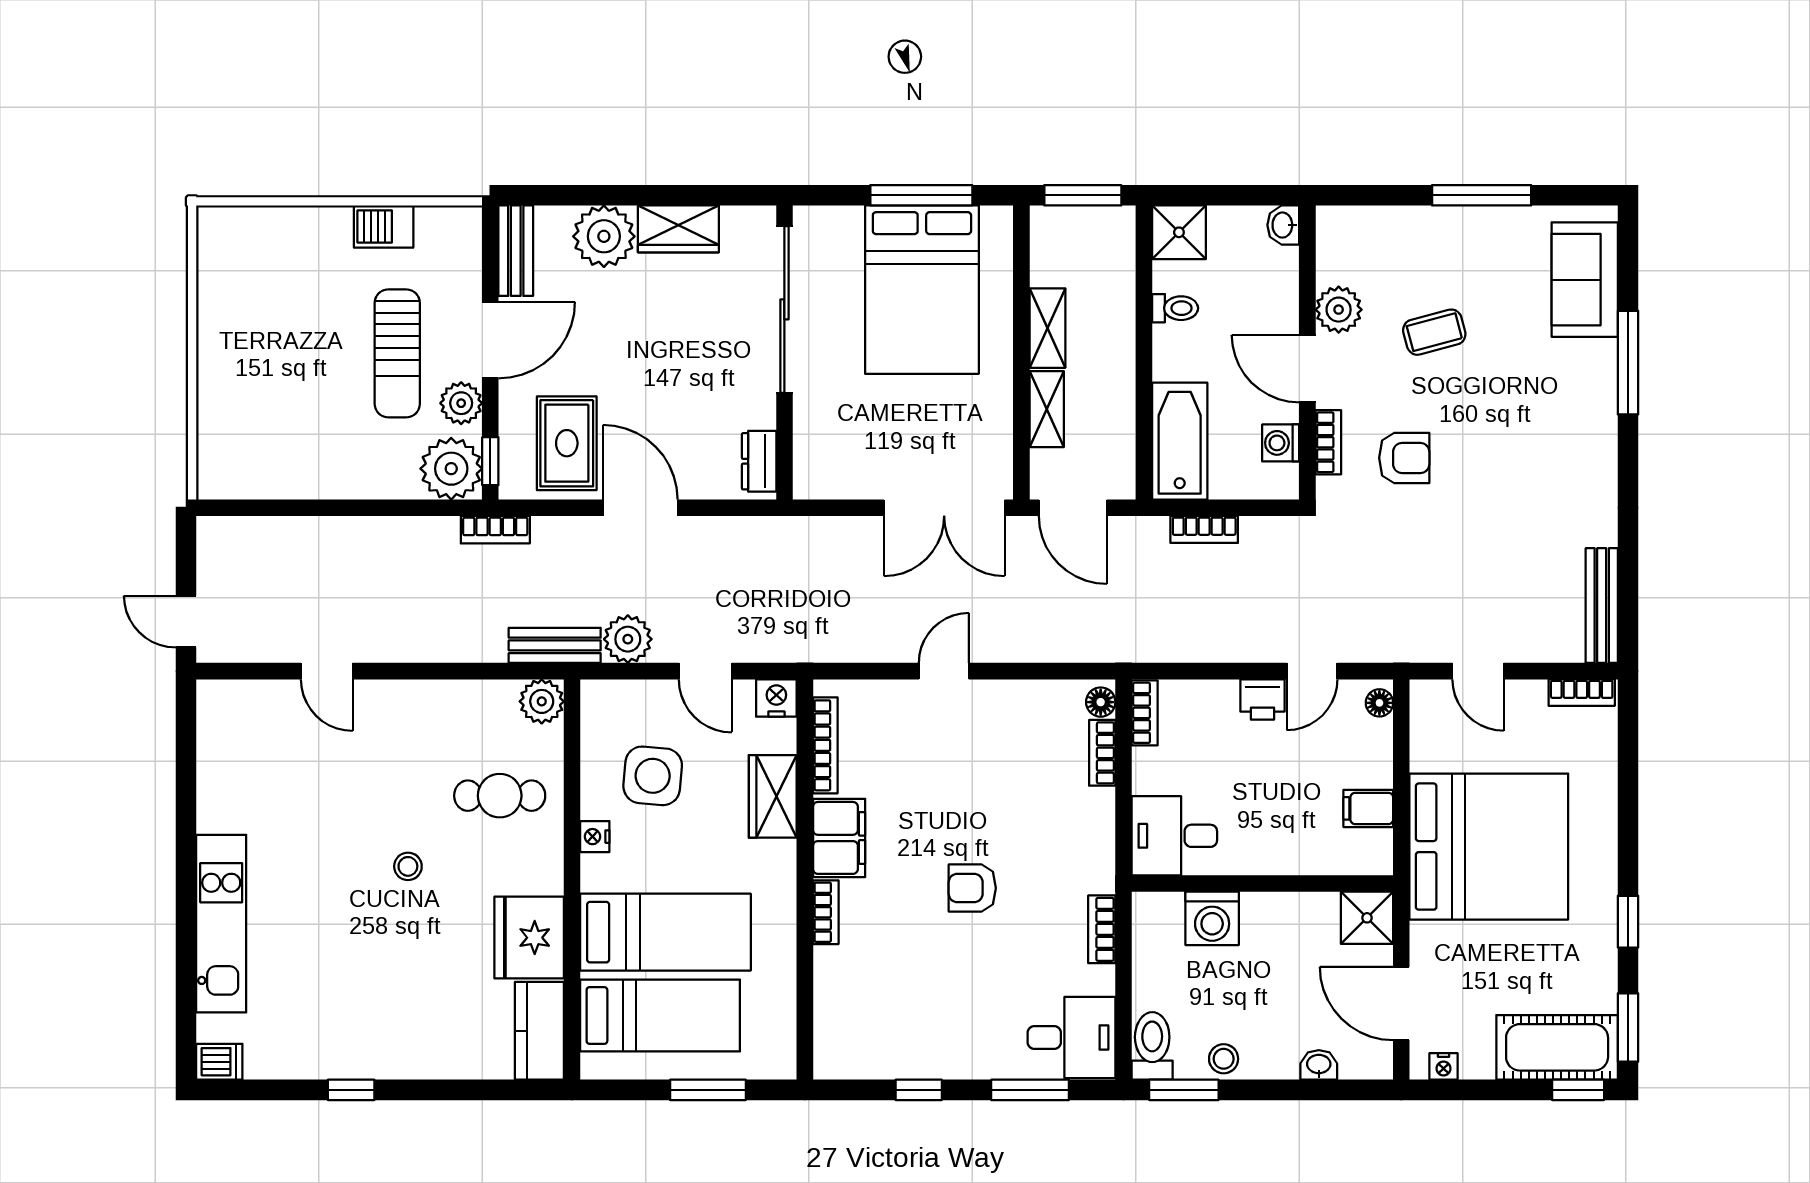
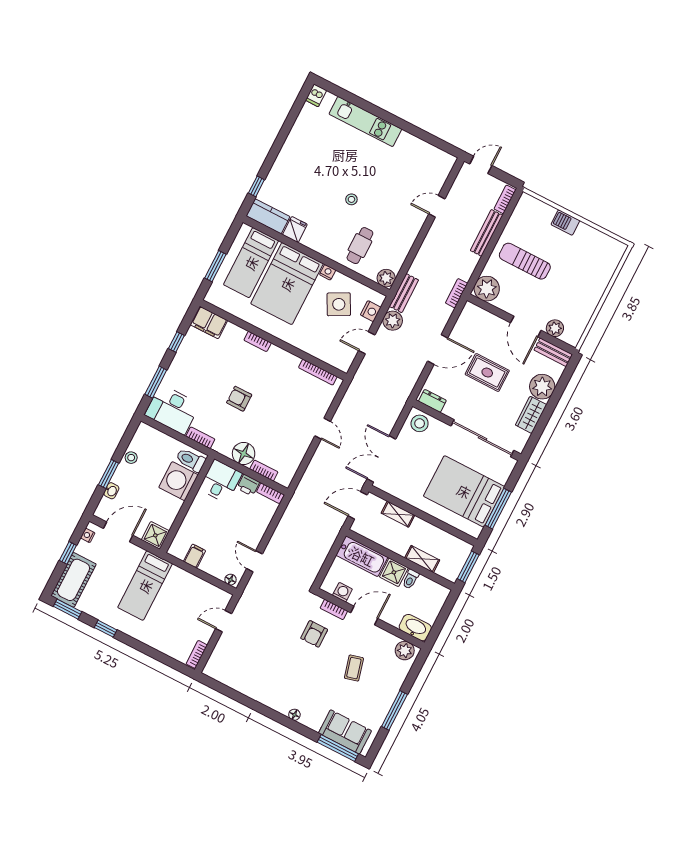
washbasin: (1283, 225) -> (415, 628), width x1.91, depth x1.45
barbecue: (384, 227) -> (565, 223), moved, turned -90
shower: (1179, 232) -> (394, 572), moved
plant: (1339, 310) -> (405, 651), moved
shelving: (1047, 328) -> (422, 559), moved
sun lounger: (397, 353) -> (525, 261), moved
window: (1628, 363) -> (338, 748), moved
plant: (461, 403) -> (555, 328), moved
floor lamp: (1604, 410) -> (294, 715), added
rug: (567, 443) -> (487, 373), moved
window: (490, 461) -> (482, 304), removed
stool: (823, 464) -> (420, 423), added
bookcase: (1204, 529) -> (505, 199), moved
bench: (1602, 606) -> (487, 233), moved, turned 90
nightstand: (776, 698) -> (371, 311), moved
printer: (1262, 699) -> (248, 485), moved, turned -90
floor lamp: (1101, 702) -> (244, 454), moved, width x1.89, depth x1.89
side table: (653, 776) -> (339, 304), turned -33
wardrobe: (773, 796) -> (309, 344), removed
filing cabinet: (839, 838) -> (209, 322), moved
bed: (1489, 847) -> (145, 586), width x0.49
armchair: (972, 888) -> (239, 399), turned -90
washing machine: (1212, 918) -> (178, 481), width x1.37, depth x1.37
bed: (665, 932) -> (287, 284), width x1.50
fridge: (529, 938) -> (295, 229), width x0.53, depth x0.75
desk: (1071, 1037) -> (172, 410), width x1.37
toilet: (1152, 1046) -> (191, 460), moved, turned 180
window: (351, 1090) -> (256, 186), moved
window: (1184, 1090) -> (109, 474), moved
window: (1578, 1090) -> (68, 553), moved

